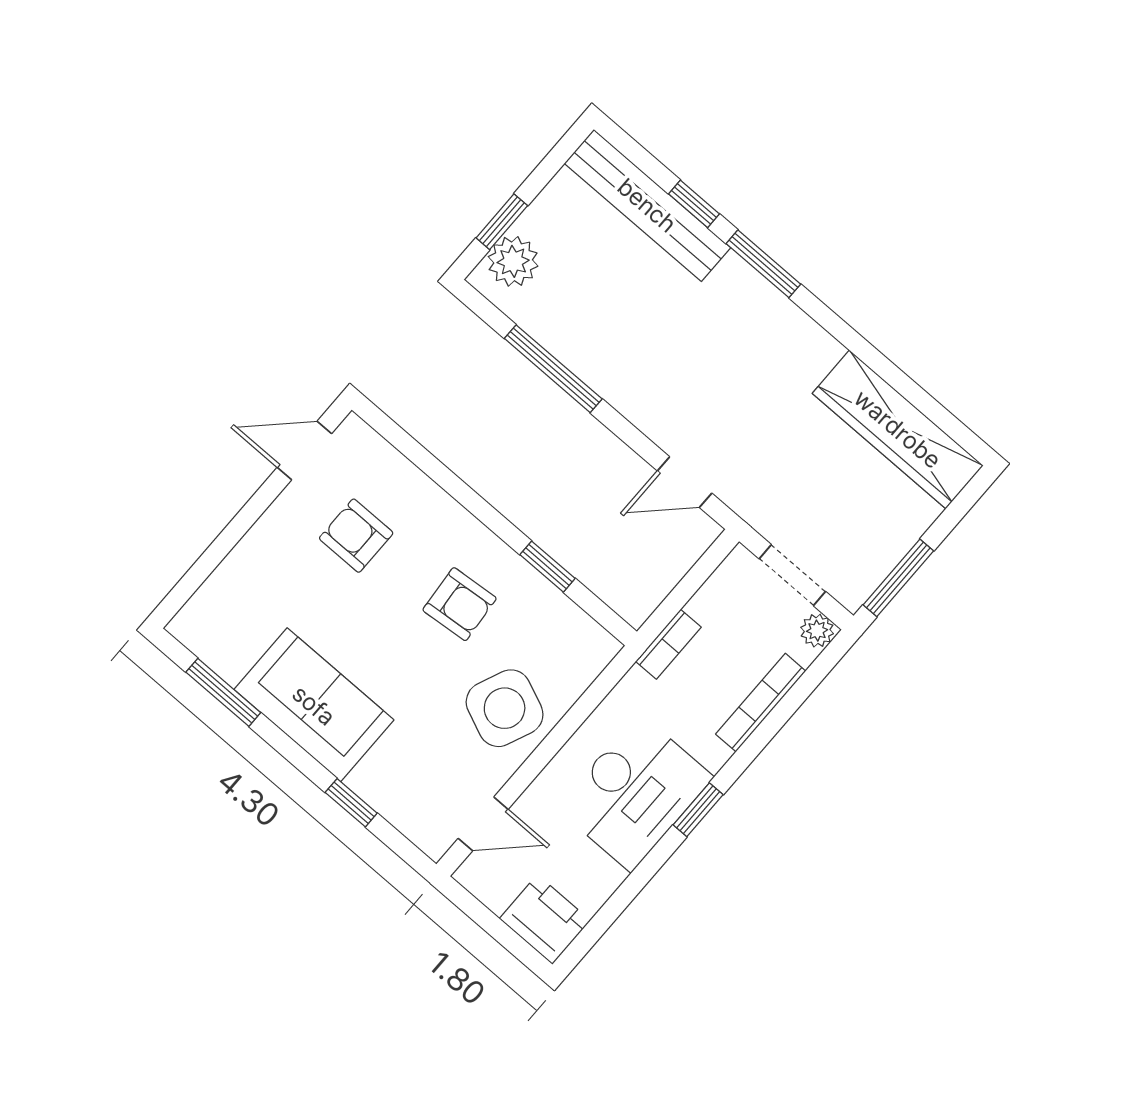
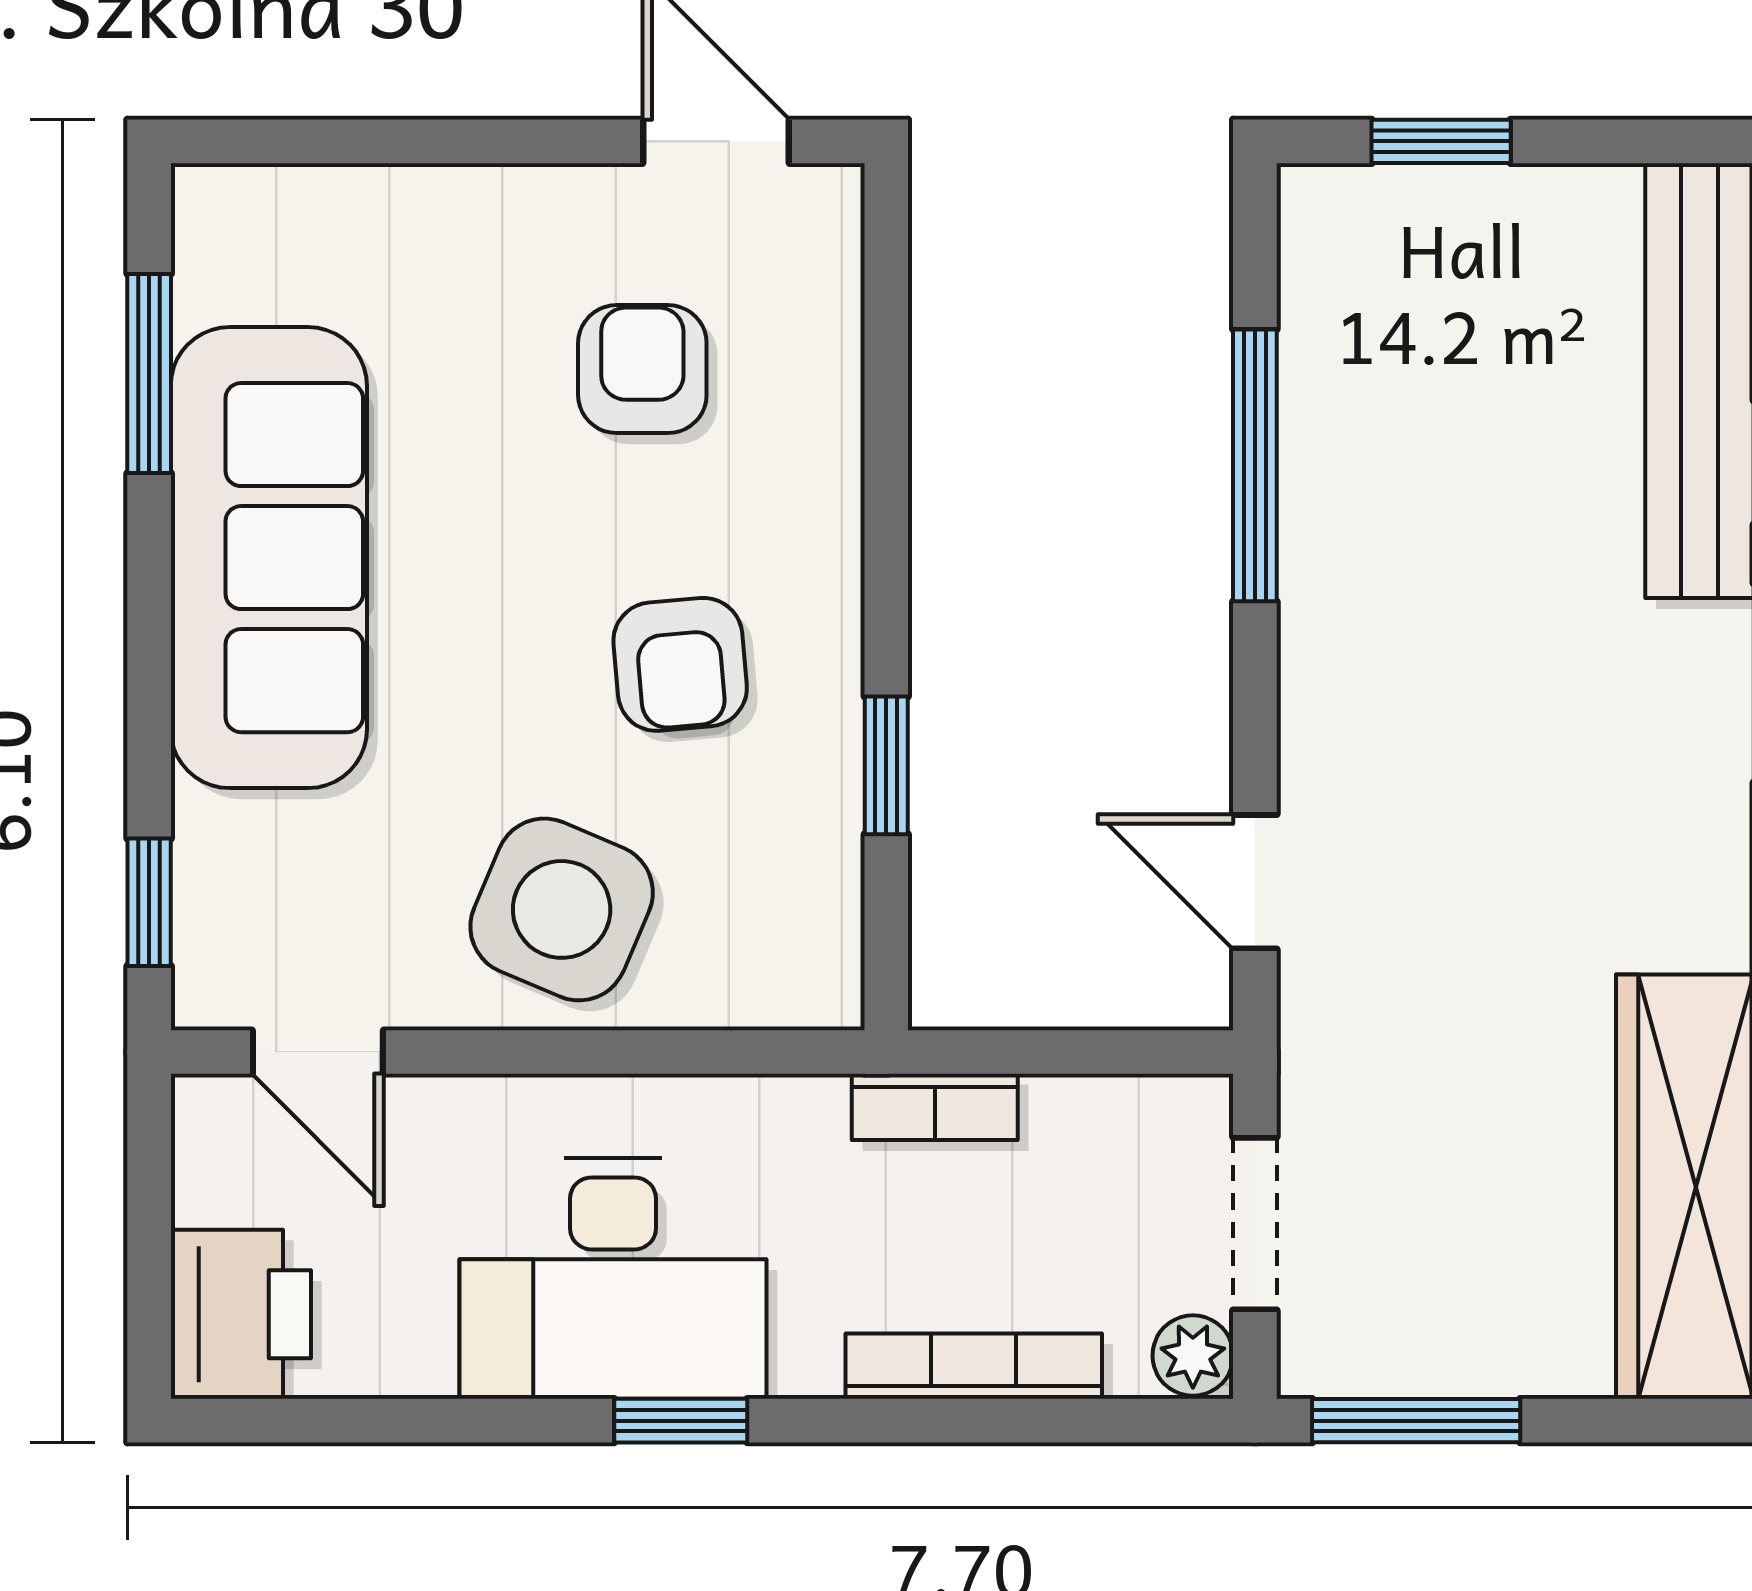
plant: (513, 261) -> (1387, 224), removed
sofa: (314, 705) -> (269, 558), width x1.36
window: (351, 803) -> (149, 902), moved

